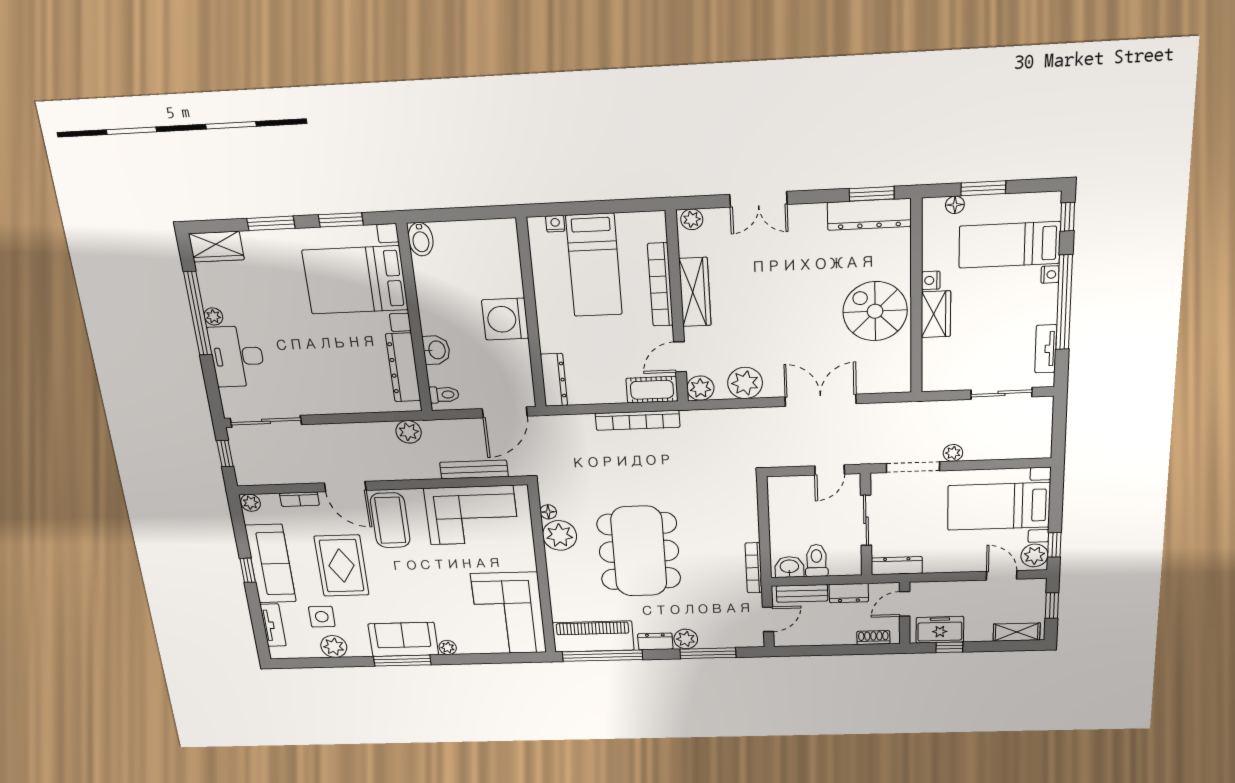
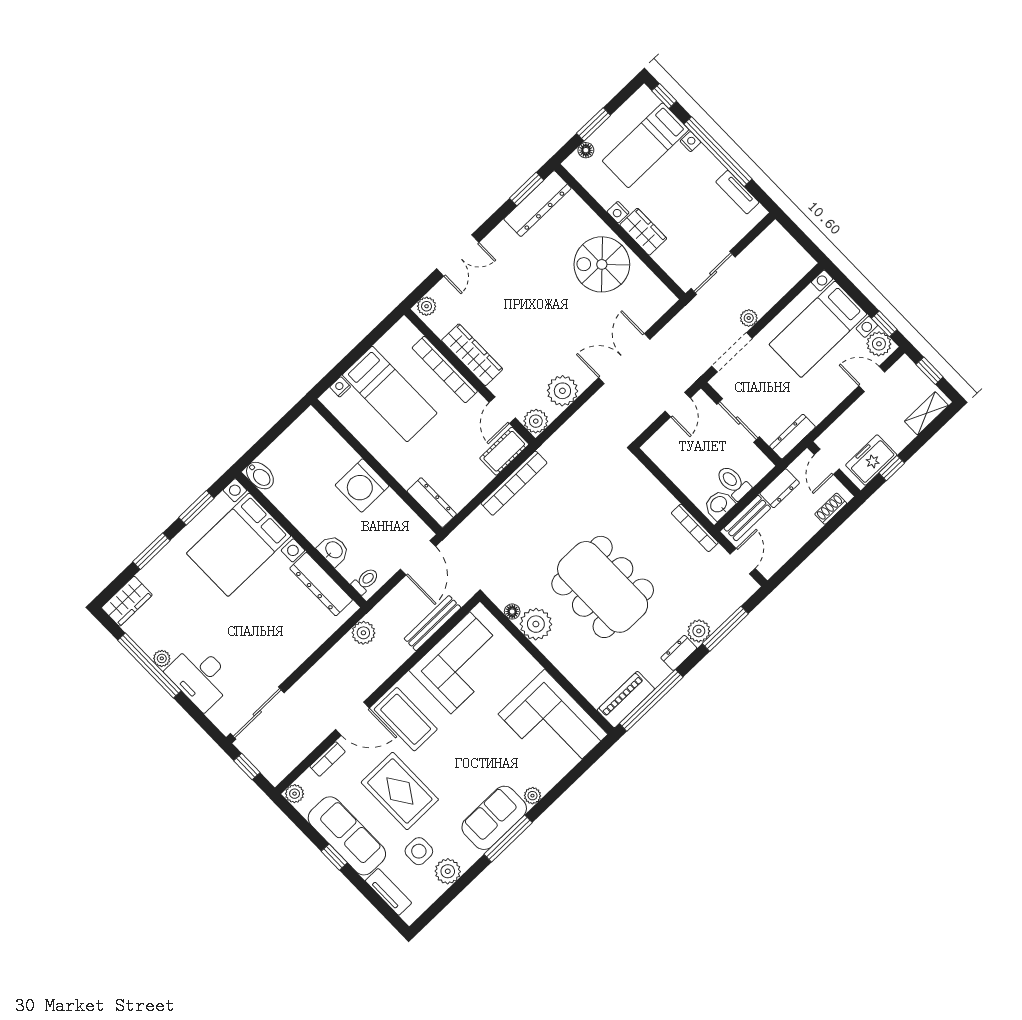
sliding door: (1001, 393) -> (713, 273), moved
piano: (593, 636) -> (626, 700), width x0.73, depth x0.75

